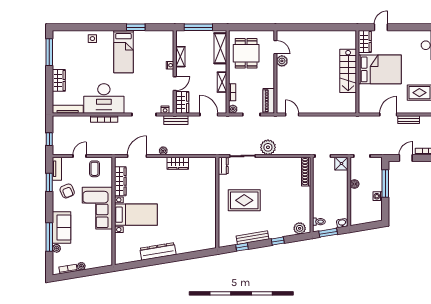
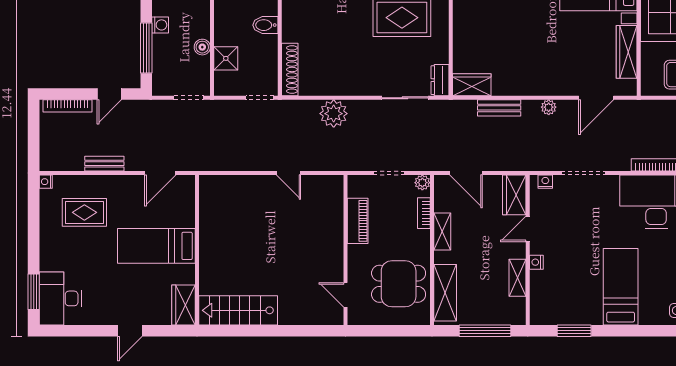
window: (136, 27) -> (574, 331), moved
door: (381, 27) -> (130, 331), moved
dining table: (246, 53) -> (399, 284), turned 90
plant: (282, 61) -> (334, 270), removed
bed: (380, 69) -> (156, 246), width x0.67
stairs: (348, 71) -> (238, 310), moved, turned -90
piano: (269, 101) -> (358, 221), moved
door: (292, 114) -> (288, 173), moved
door: (388, 114) -> (160, 173), moved
bench: (176, 120) -> (499, 108), moved
plant: (268, 147) -> (334, 114), moved
wardrobe: (178, 163) -> (472, 85), moved
shower: (341, 164) -> (226, 58), moved
bidet: (320, 196) -> (265, 25), added

